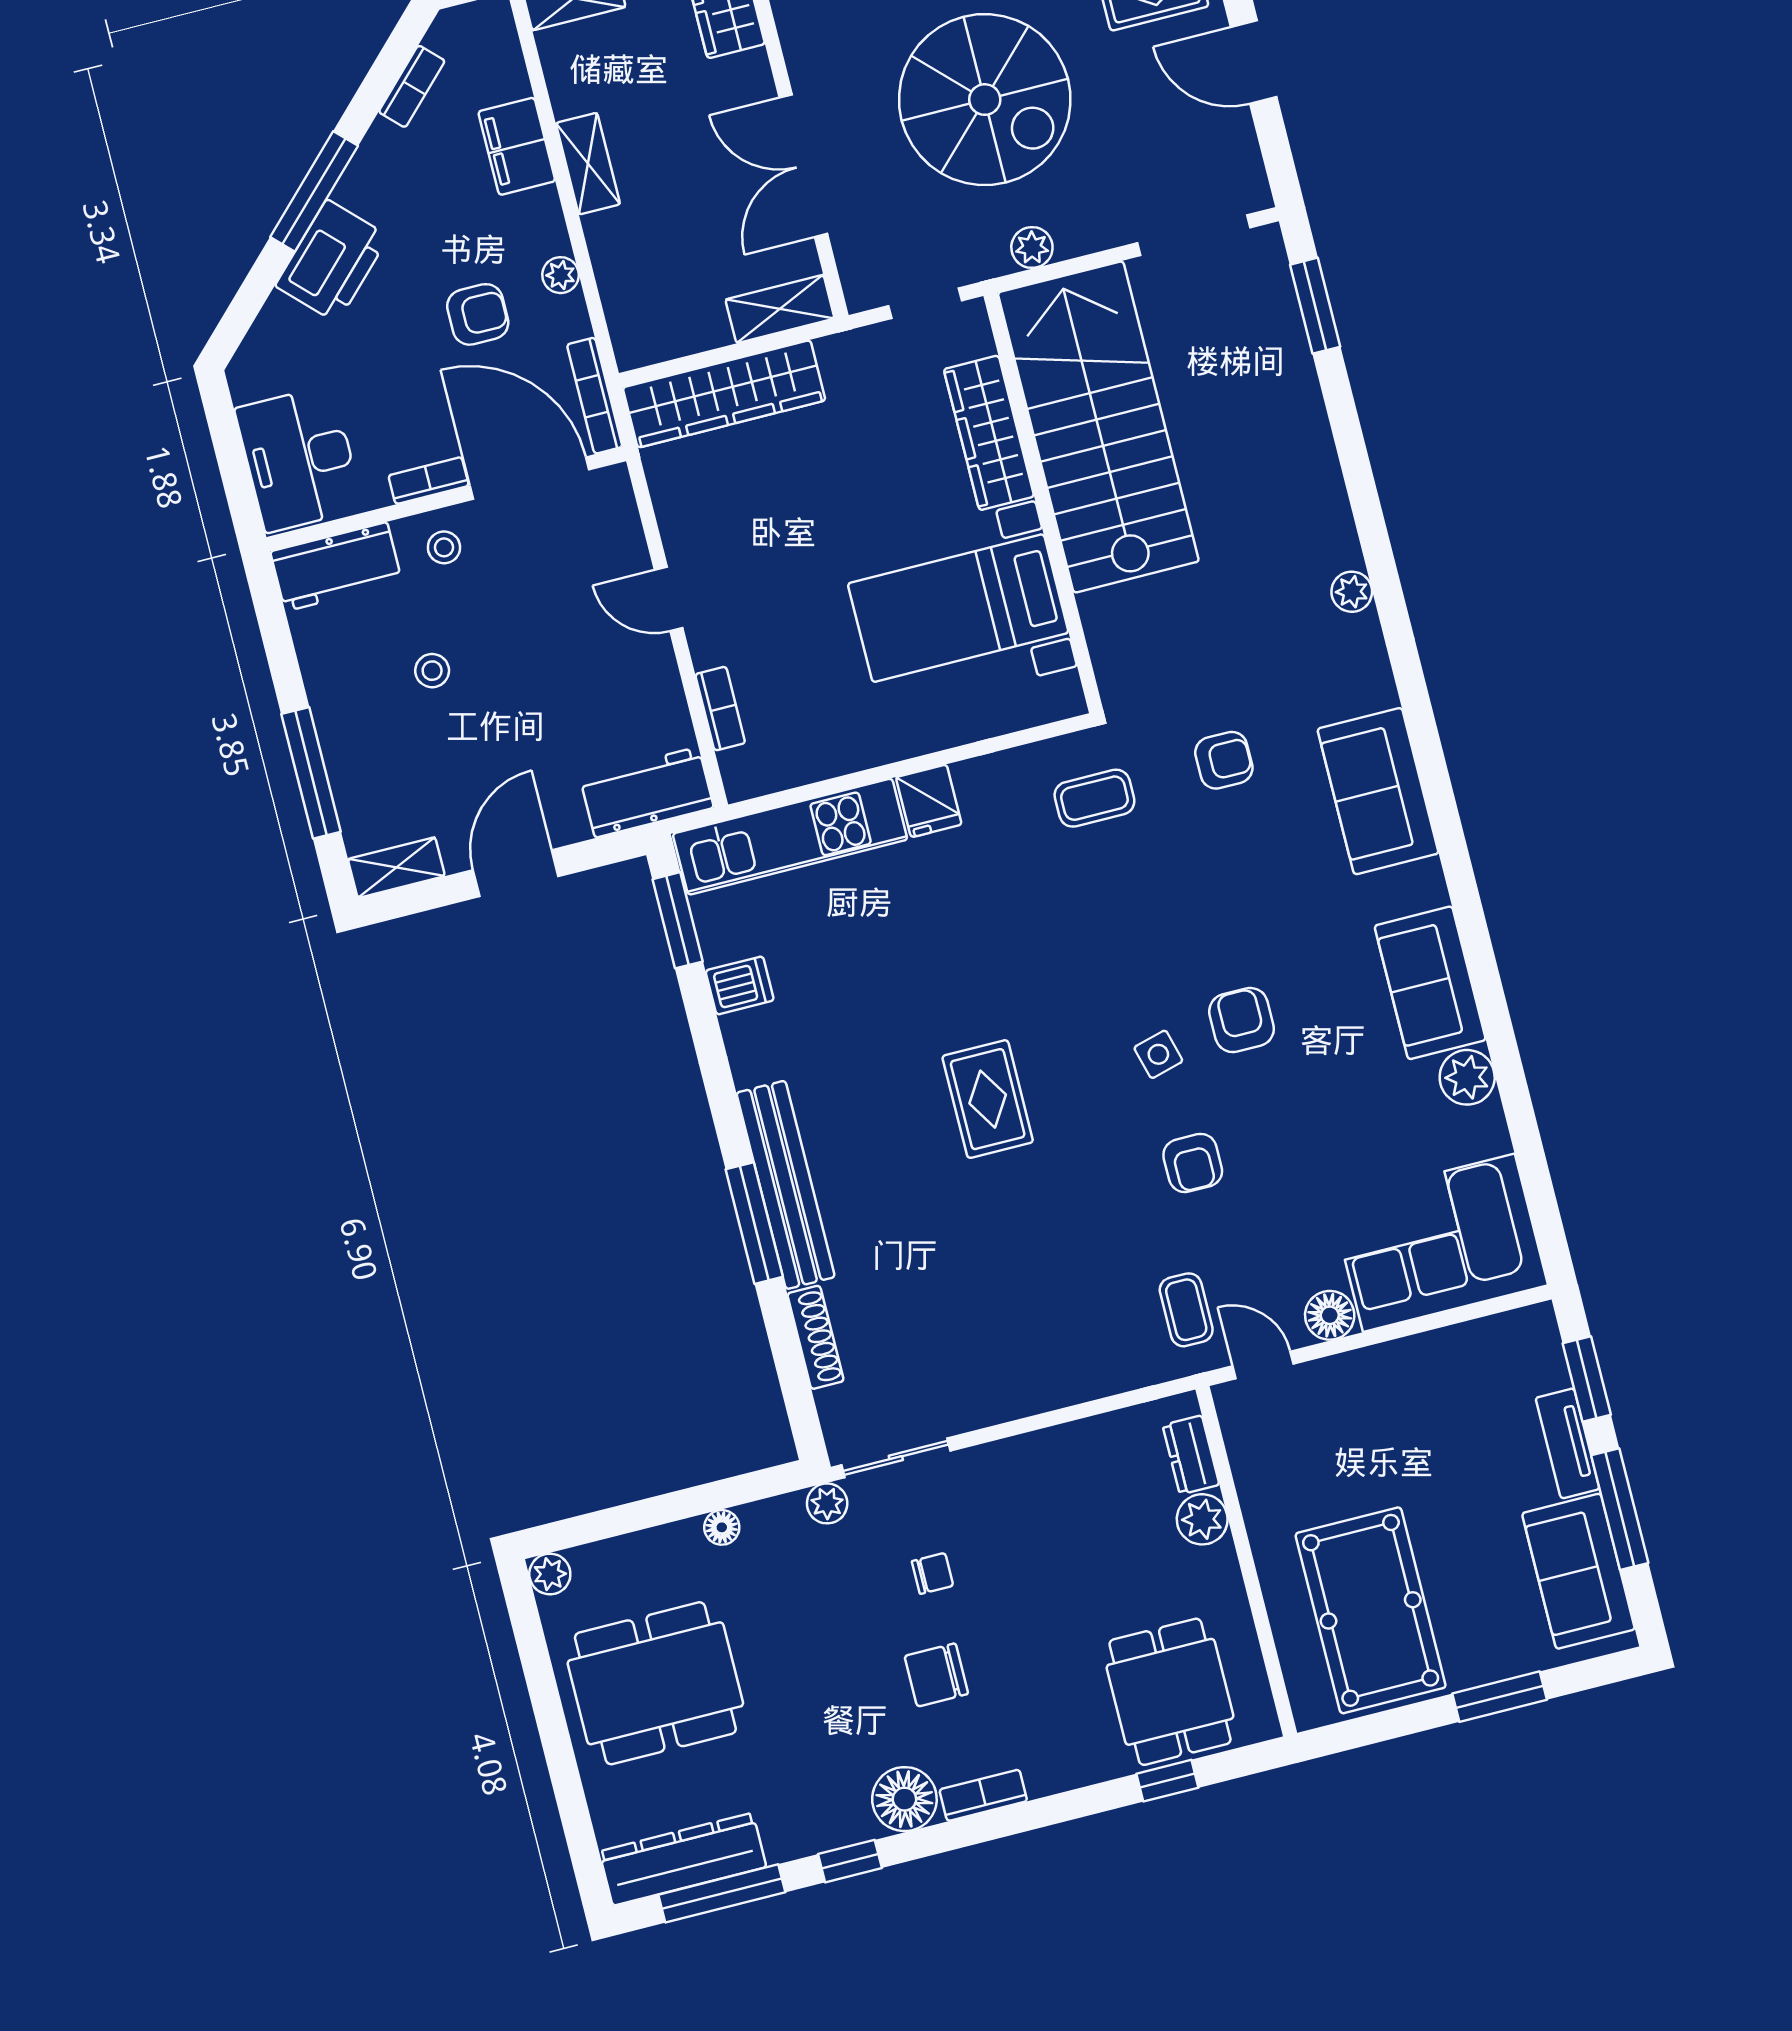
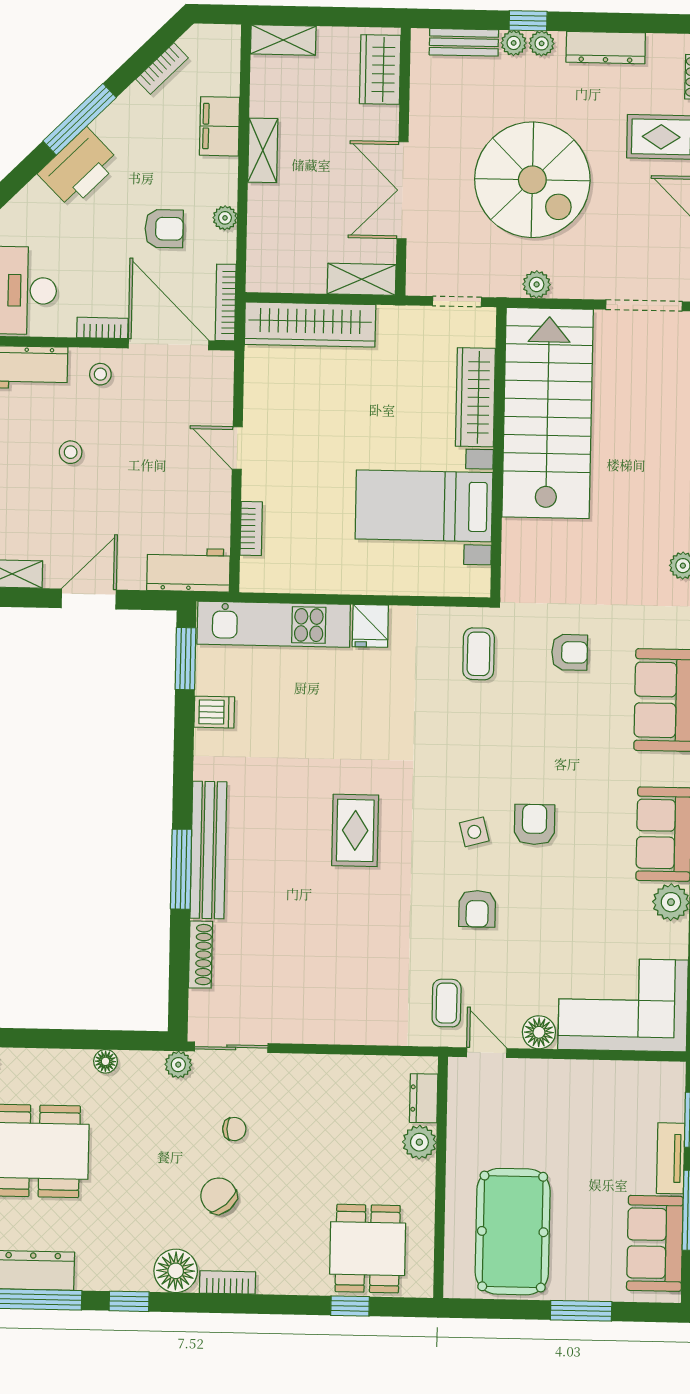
coffee table: (1094, 798) -> (479, 654), turned 90
chair: (936, 1675) -> (219, 1196), turned 48

